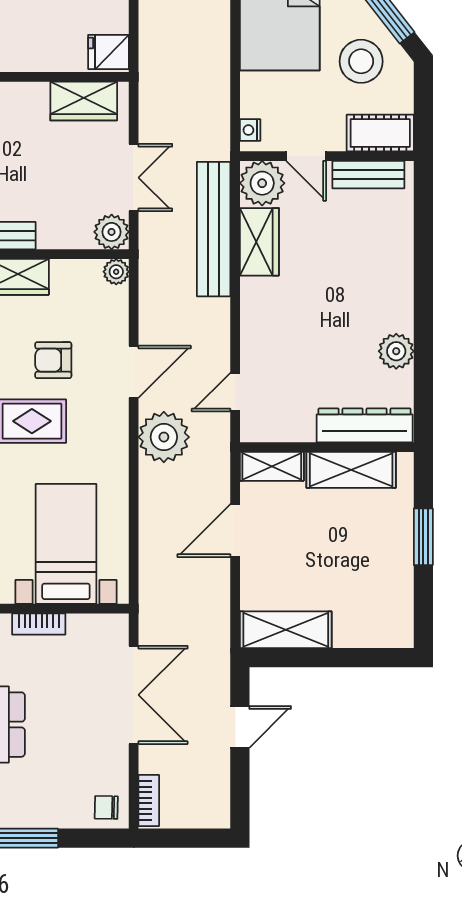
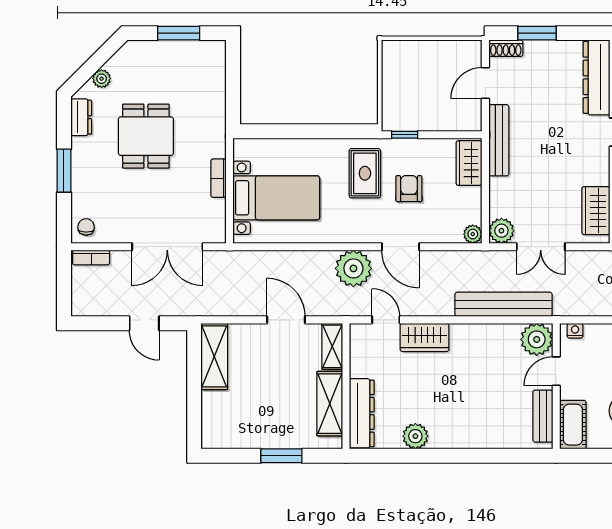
wardrobe: (259, 242) -> (425, 337), moved

